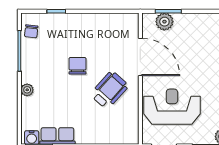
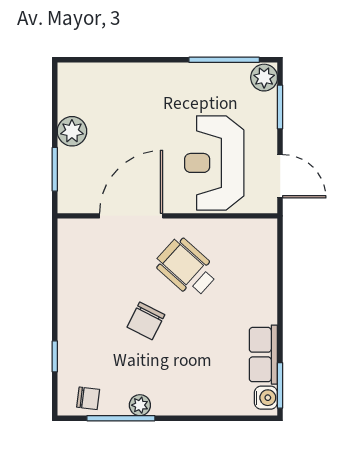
plant: (164, 22) -> (72, 131), moved
chair: (78, 66) -> (146, 321), turned -63
plant: (27, 90) -> (140, 405), moved

